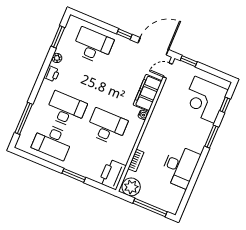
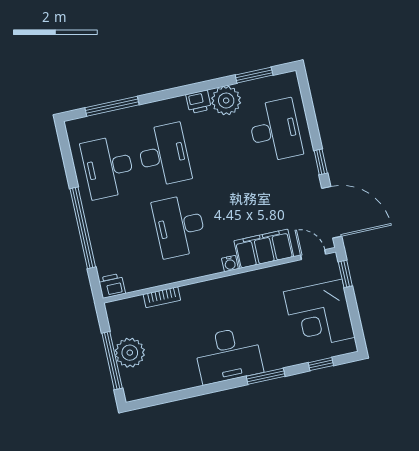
plant: (57, 58) -> (226, 100), width x1.88, depth x1.88
corner desk: (205, 100) -> (319, 315), moved, turned -90
desk: (107, 127) -> (179, 226), turned 180
desk: (180, 167) -> (228, 355), moved
printer: (112, 174) -> (112, 286), width x0.53, depth x0.68
window: (74, 175) -> (83, 228), width x2.11
plant: (131, 187) -> (130, 353), moved

